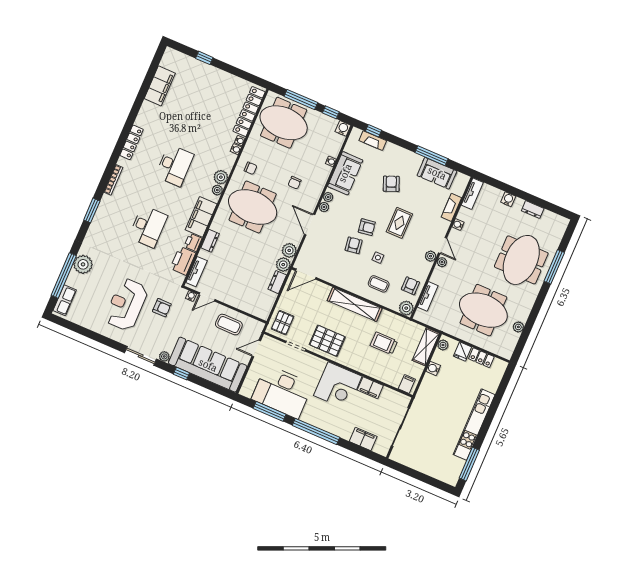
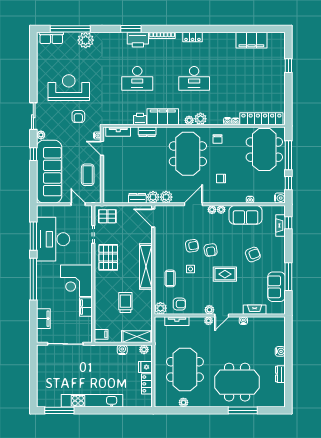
locker: (132, 142) -> (193, 37), width x0.66
tv unit: (472, 194) -> (272, 321), removed
printer: (183, 261) -> (138, 40), moved, turned 180

